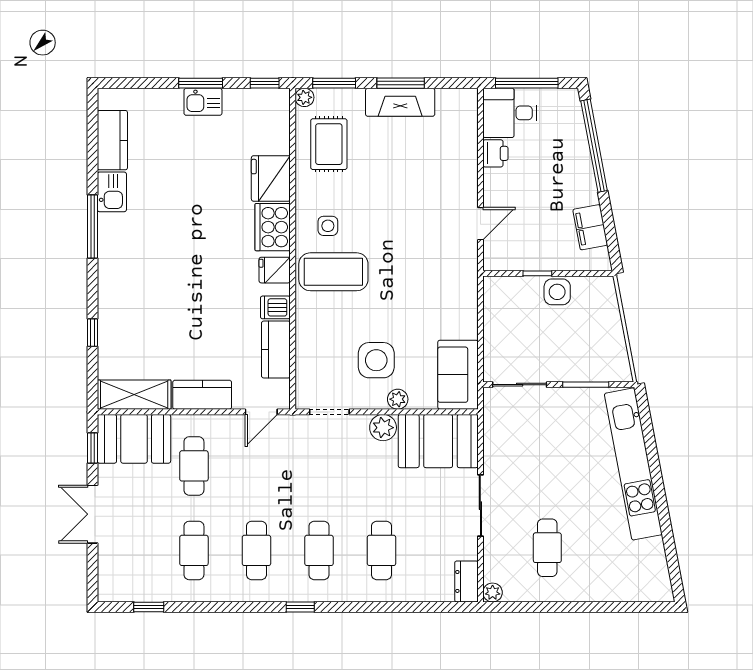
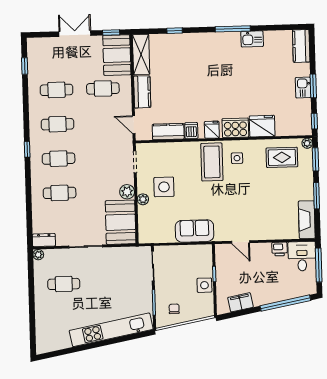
fireplace: (400, 102) -> (307, 220), moved
kitchen counter: (112, 140) -> (301, 46), moved, turned 90
chair: (599, 348) -> (174, 309), added
sofa: (458, 375) -> (194, 231), moved

